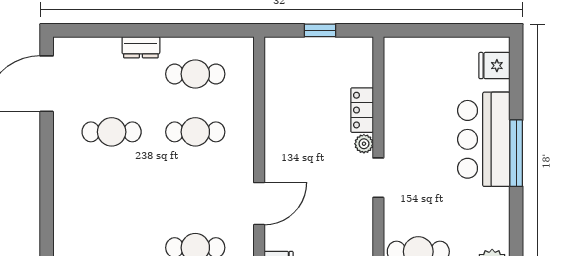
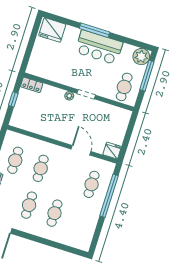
fridge: (494, 66) -> (52, 30), width x1.88, depth x1.34
locker: (362, 110) -> (32, 85), moved
bar counter: (484, 139) -> (99, 47), moved
cafe table: (112, 190) -> (54, 213), added

